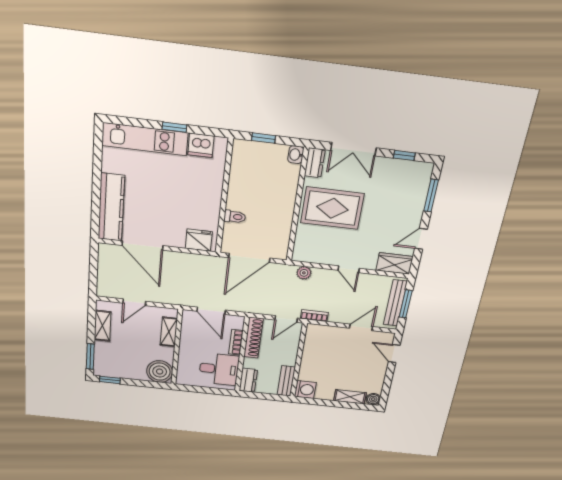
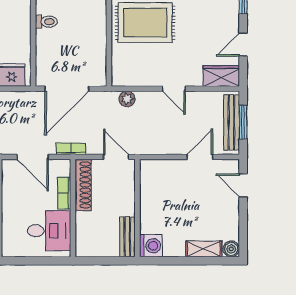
toilet: (235, 217) -> (46, 22), moved
bookcase: (314, 316) -> (71, 149), moved
door: (286, 319) -> (116, 157), swing flipped
dresser: (248, 380) -> (84, 241), removed

